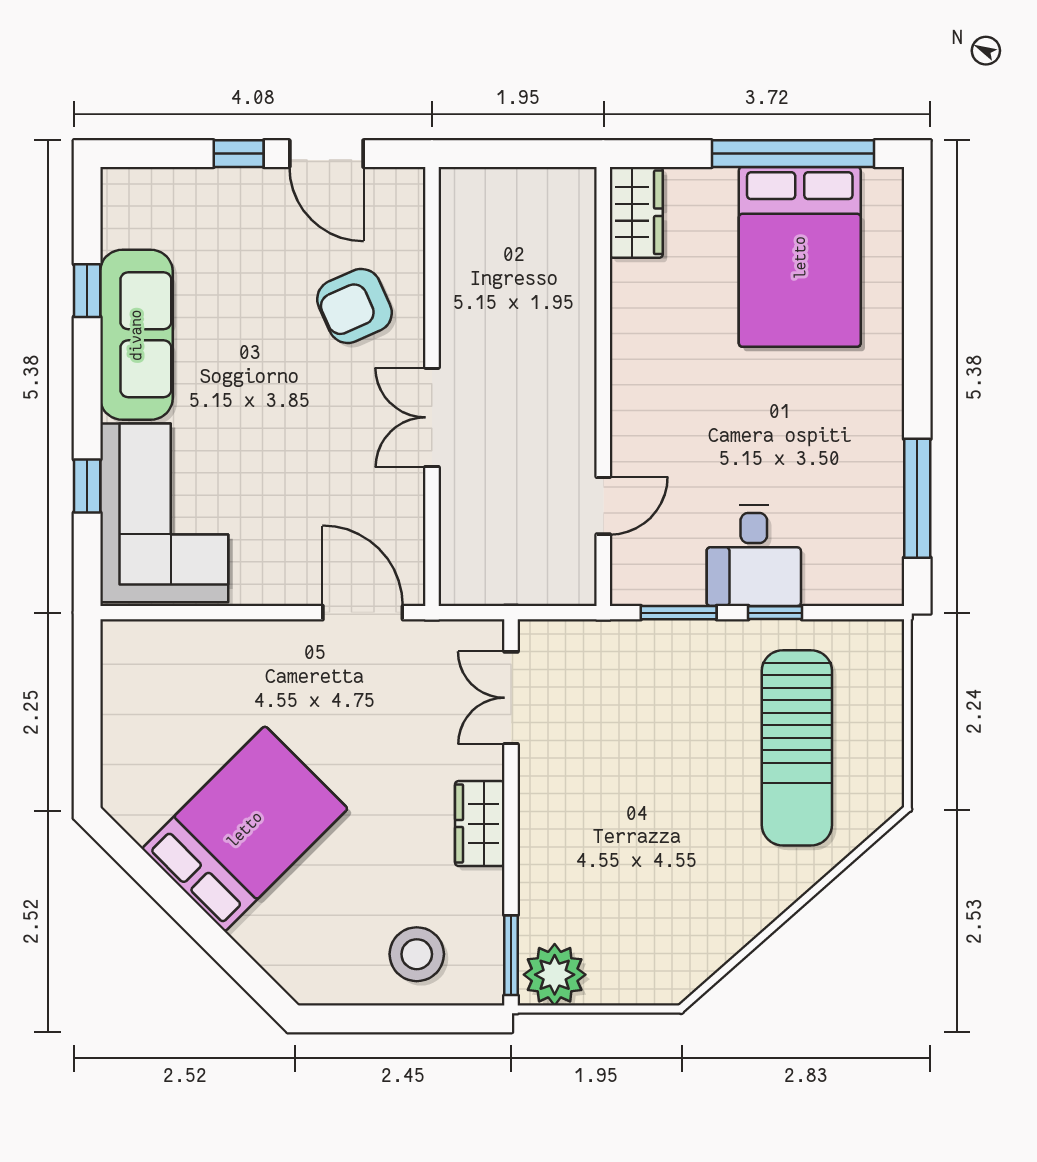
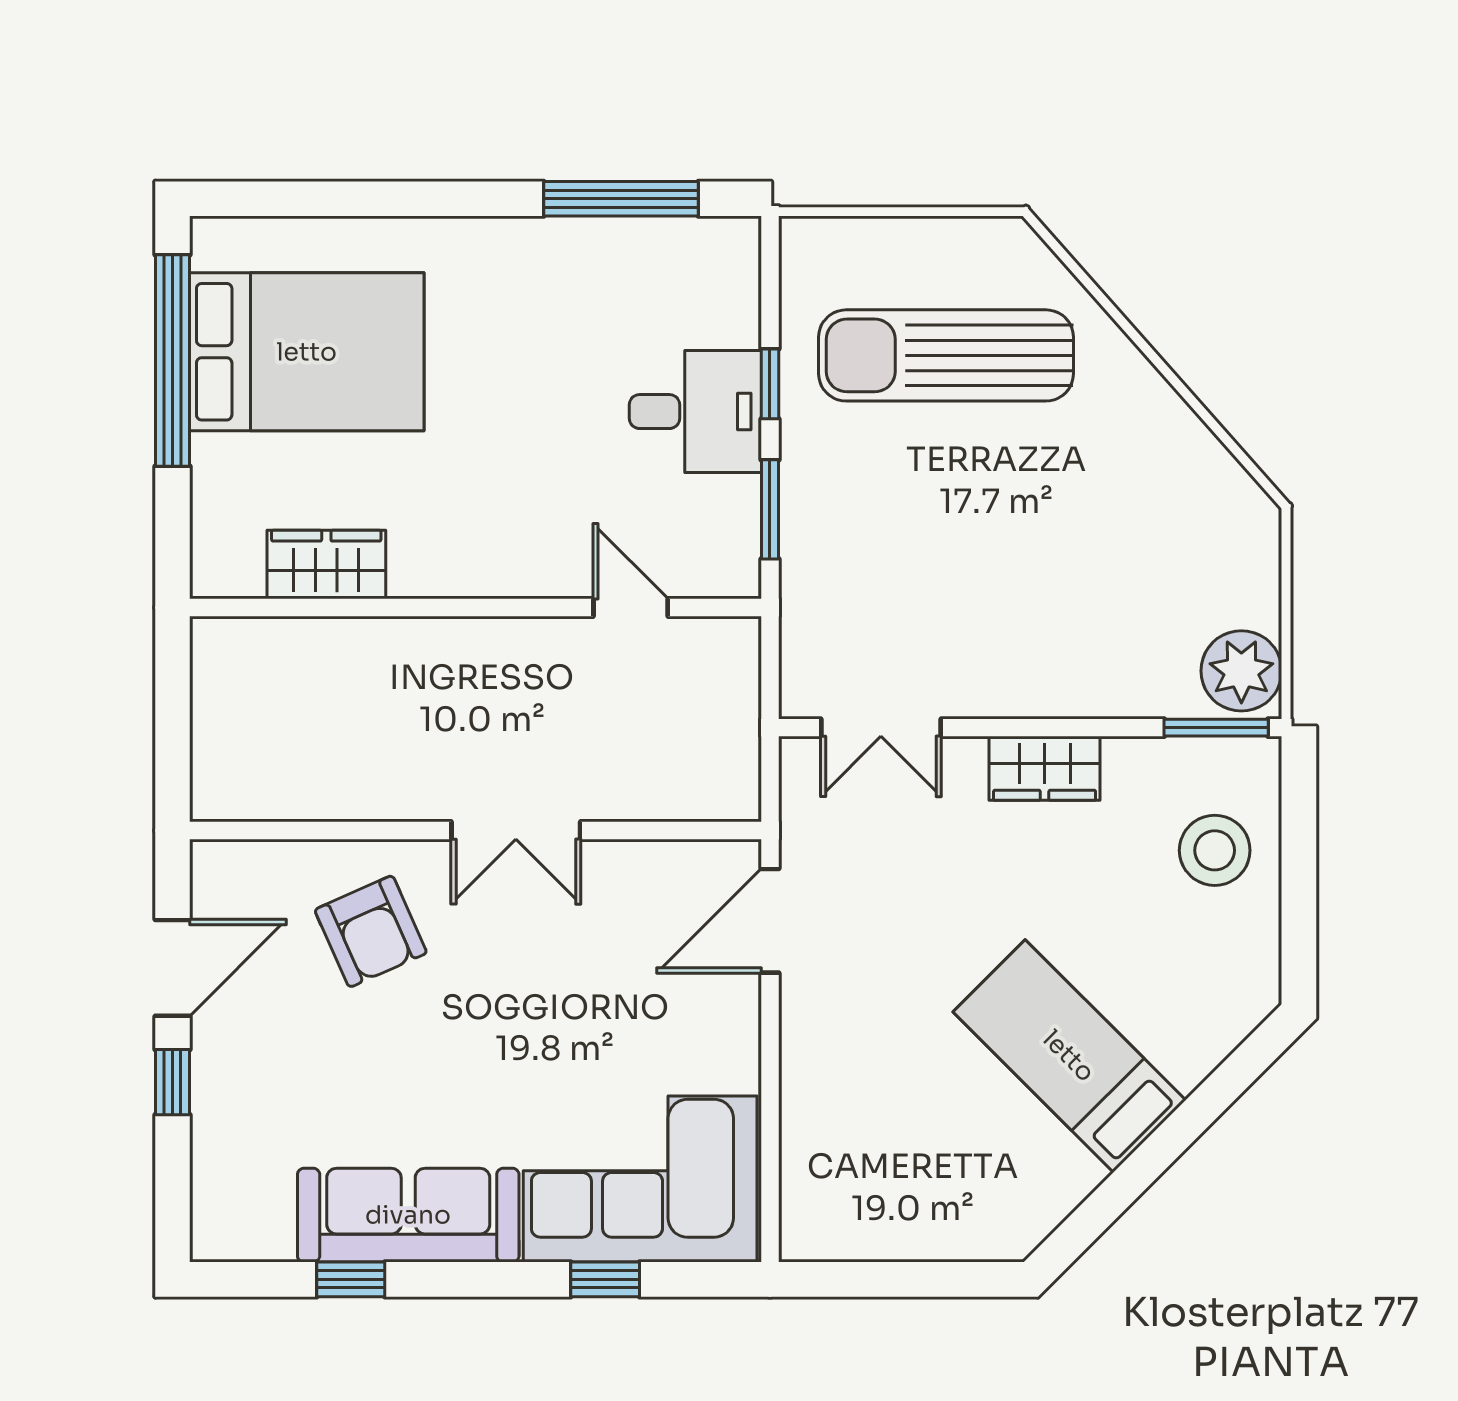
wardrobe: (636, 212) -> (326, 565), moved
sun lounger: (797, 748) -> (946, 355), turned 180
bed: (245, 829) -> (1069, 1056), width x0.67

